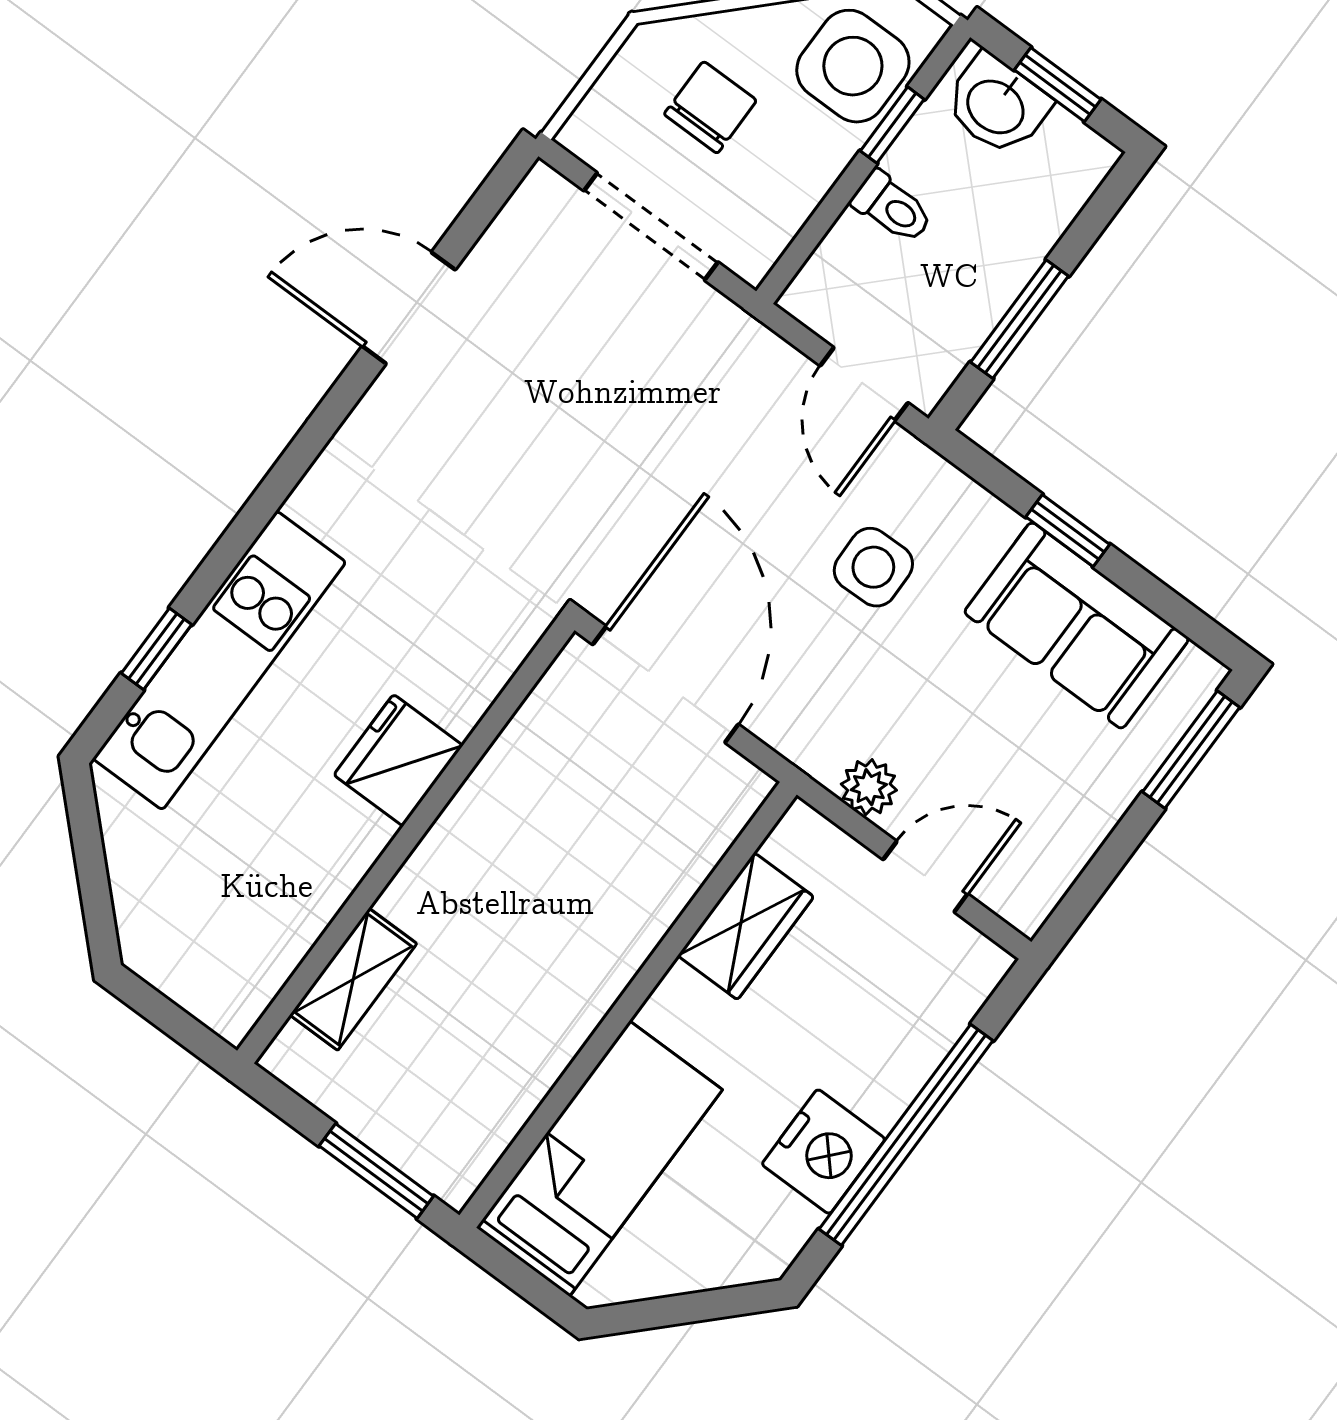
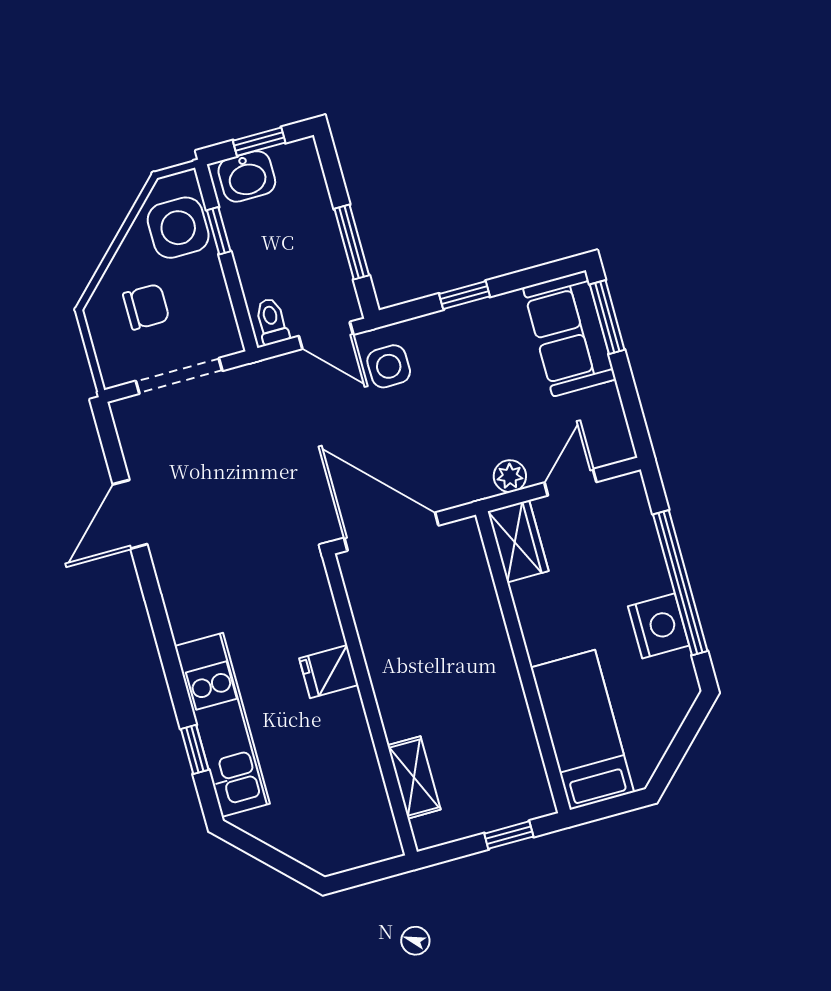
chair: (710, 107) -> (146, 307), turned 90
toilet: (892, 207) -> (272, 321), moved, turned -90
side table: (873, 567) -> (389, 366), moved
sofa: (1077, 625) -> (569, 333), moved, turned 90
fridge: (398, 760) -> (329, 672), width x0.72
wardrobe: (746, 926) -> (518, 541), moved
window: (376, 1171) -> (509, 835), width x0.67

